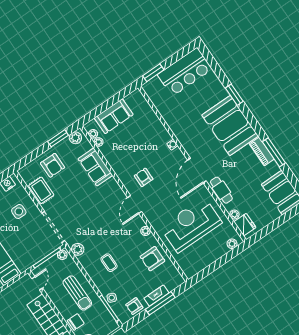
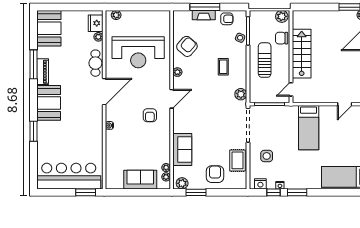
bar counter: (185, 72) -> (69, 176), width x1.36
booth: (230, 125) -> (49, 103), width x0.73, depth x0.70
plant: (62, 255) -> (256, 98), removed
armchair: (152, 259) -> (187, 46), turned -49

